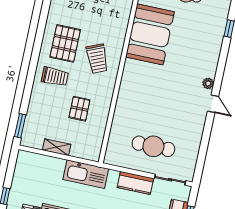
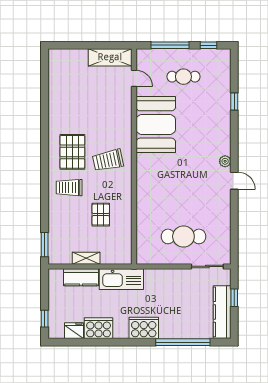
trolley: (97, 59) -> (108, 160), turned 101
trolley: (55, 77) -> (69, 188), turned 180
kitchen counter: (135, 183) -> (81, 277), moved

